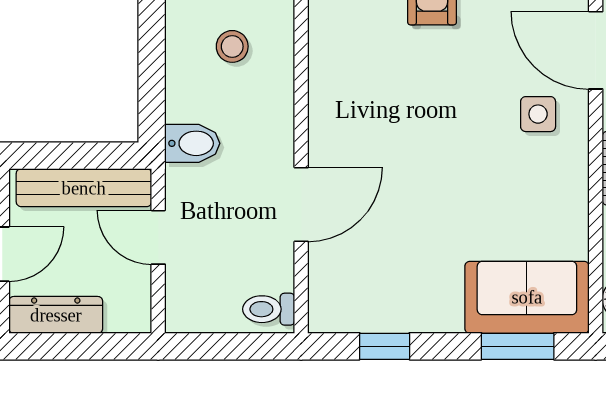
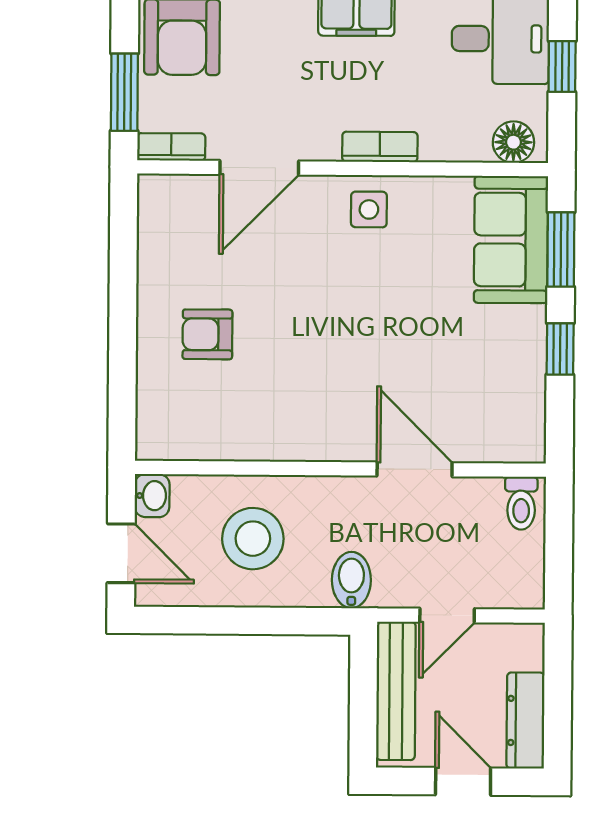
stool: (232, 46) -> (253, 539), width x1.89, depth x1.89
side table: (538, 114) -> (369, 209), moved
window: (385, 346) -> (560, 349), moved

